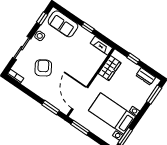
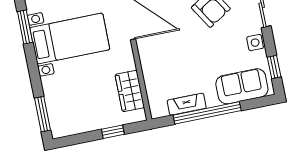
window: (88, 28) -> (207, 113), width x3.17
fireplace: (101, 46) -> (187, 104), moved
dresser: (146, 76) -> (75, 126), removed

